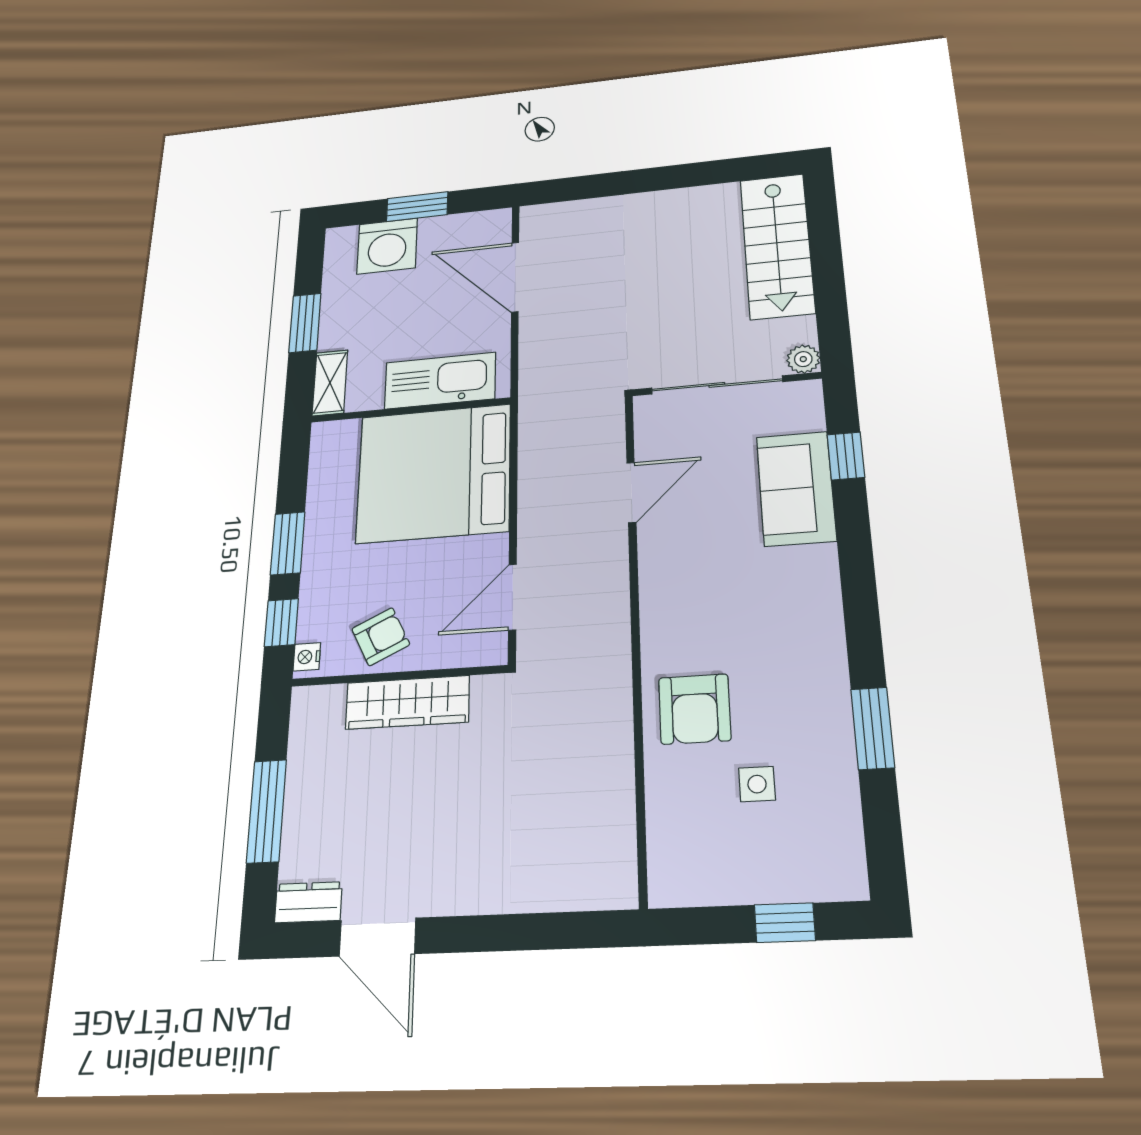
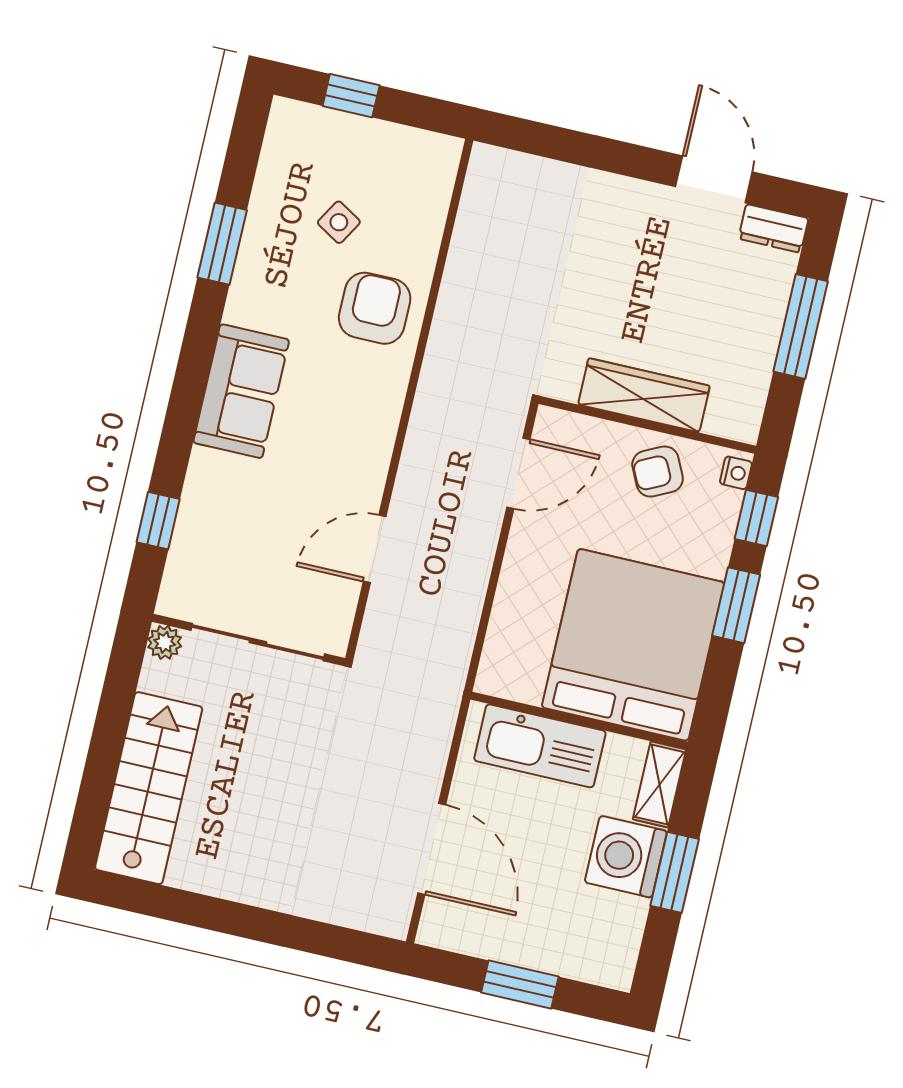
washing machine: (387, 246) -> (626, 857), moved, turned -90
bed: (434, 473) -> (633, 645), moved, turned -90
sofa: (796, 488) -> (241, 391), moved
side table: (757, 784) -> (339, 222), turned 31

